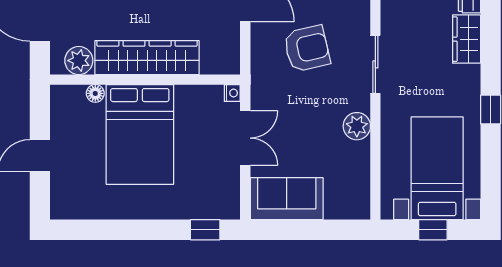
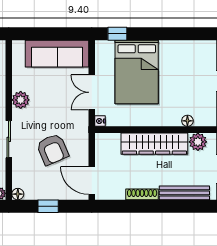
armchair: (307, 49) -> (53, 149), turned -100
bed: (140, 134) -> (137, 72), moved, turned 180
sofa: (287, 199) -> (57, 54), width x1.36

